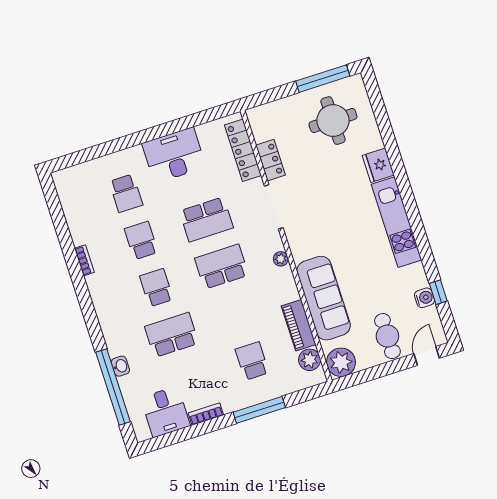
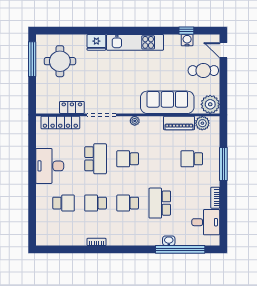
school desk: (222, 267) -> (128, 159), width x0.54

